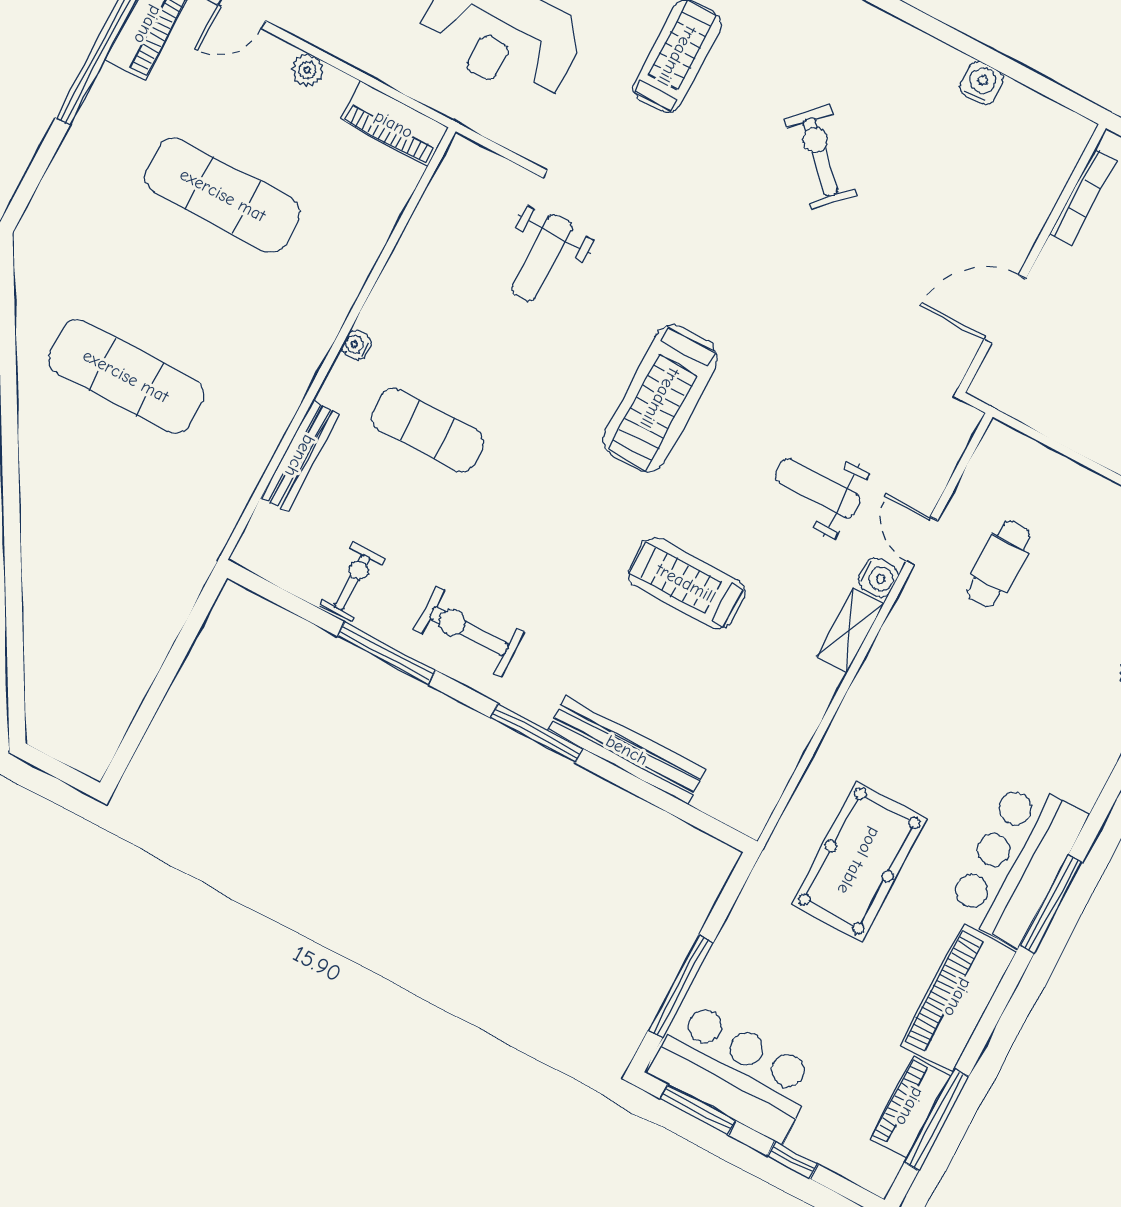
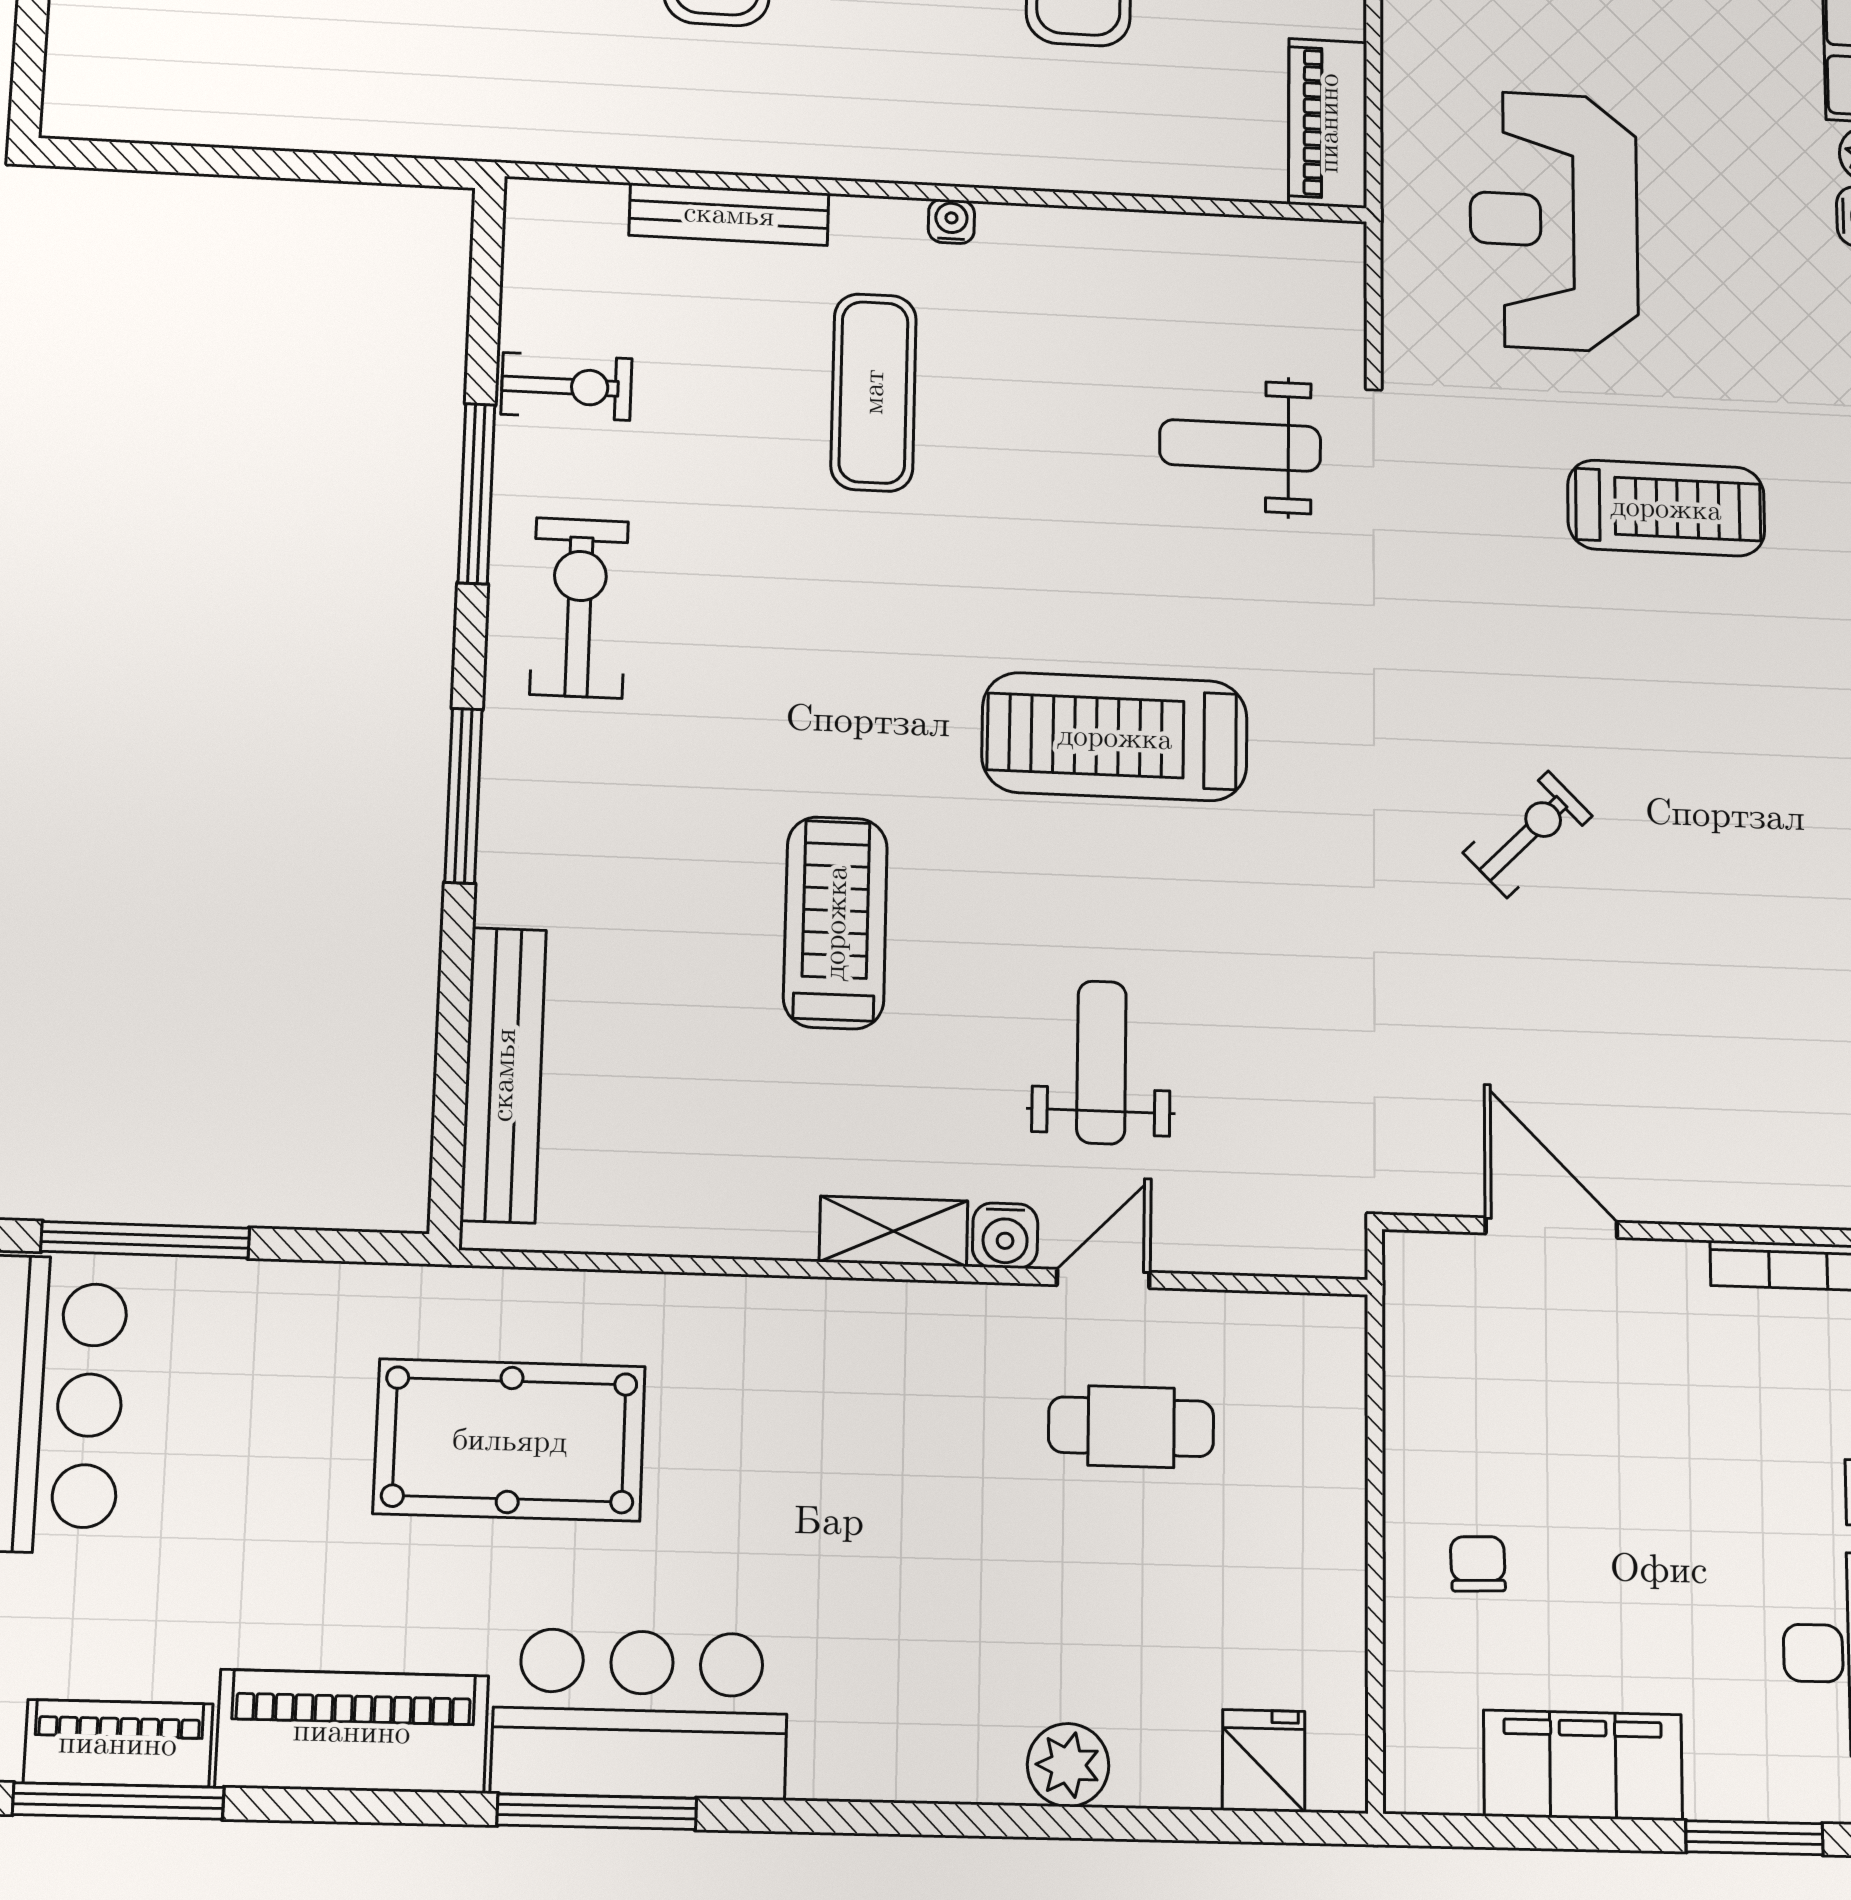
exercise bike: (821, 157) -> (1528, 834), moved, width x0.73, depth x0.72
bench: (627, 750) -> (503, 1075), moved

